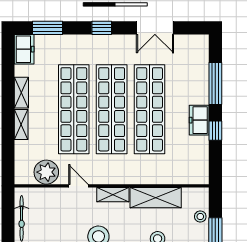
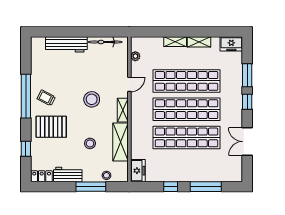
window: (48, 28) -> (247, 75), moved
freezer: (199, 120) -> (138, 171), moved, turned 90
plant: (46, 172) -> (135, 56), width x0.53, depth x0.53

